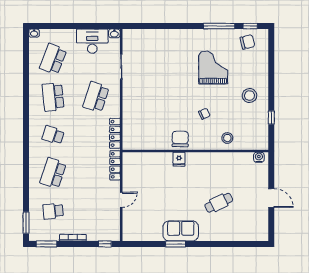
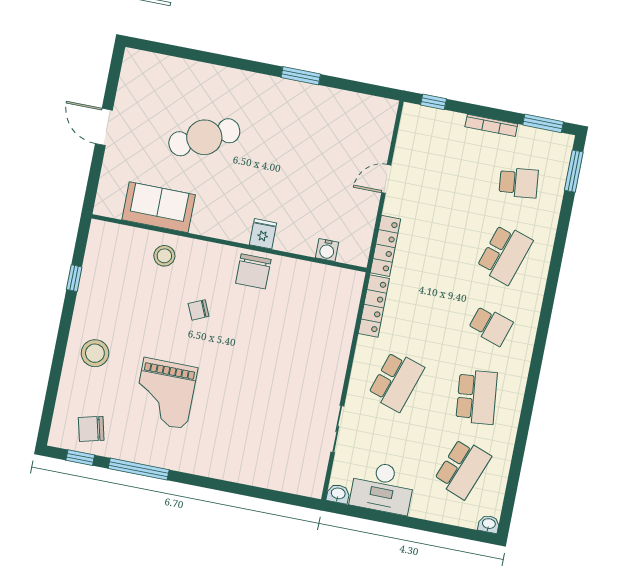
stool: (249, 96) -> (95, 353), moved
water cooler: (259, 157) -> (327, 250), moved
cafe table: (219, 203) -> (204, 137), width x1.37, depth x1.35
sofa: (181, 231) -> (159, 207), moved, turned 180

